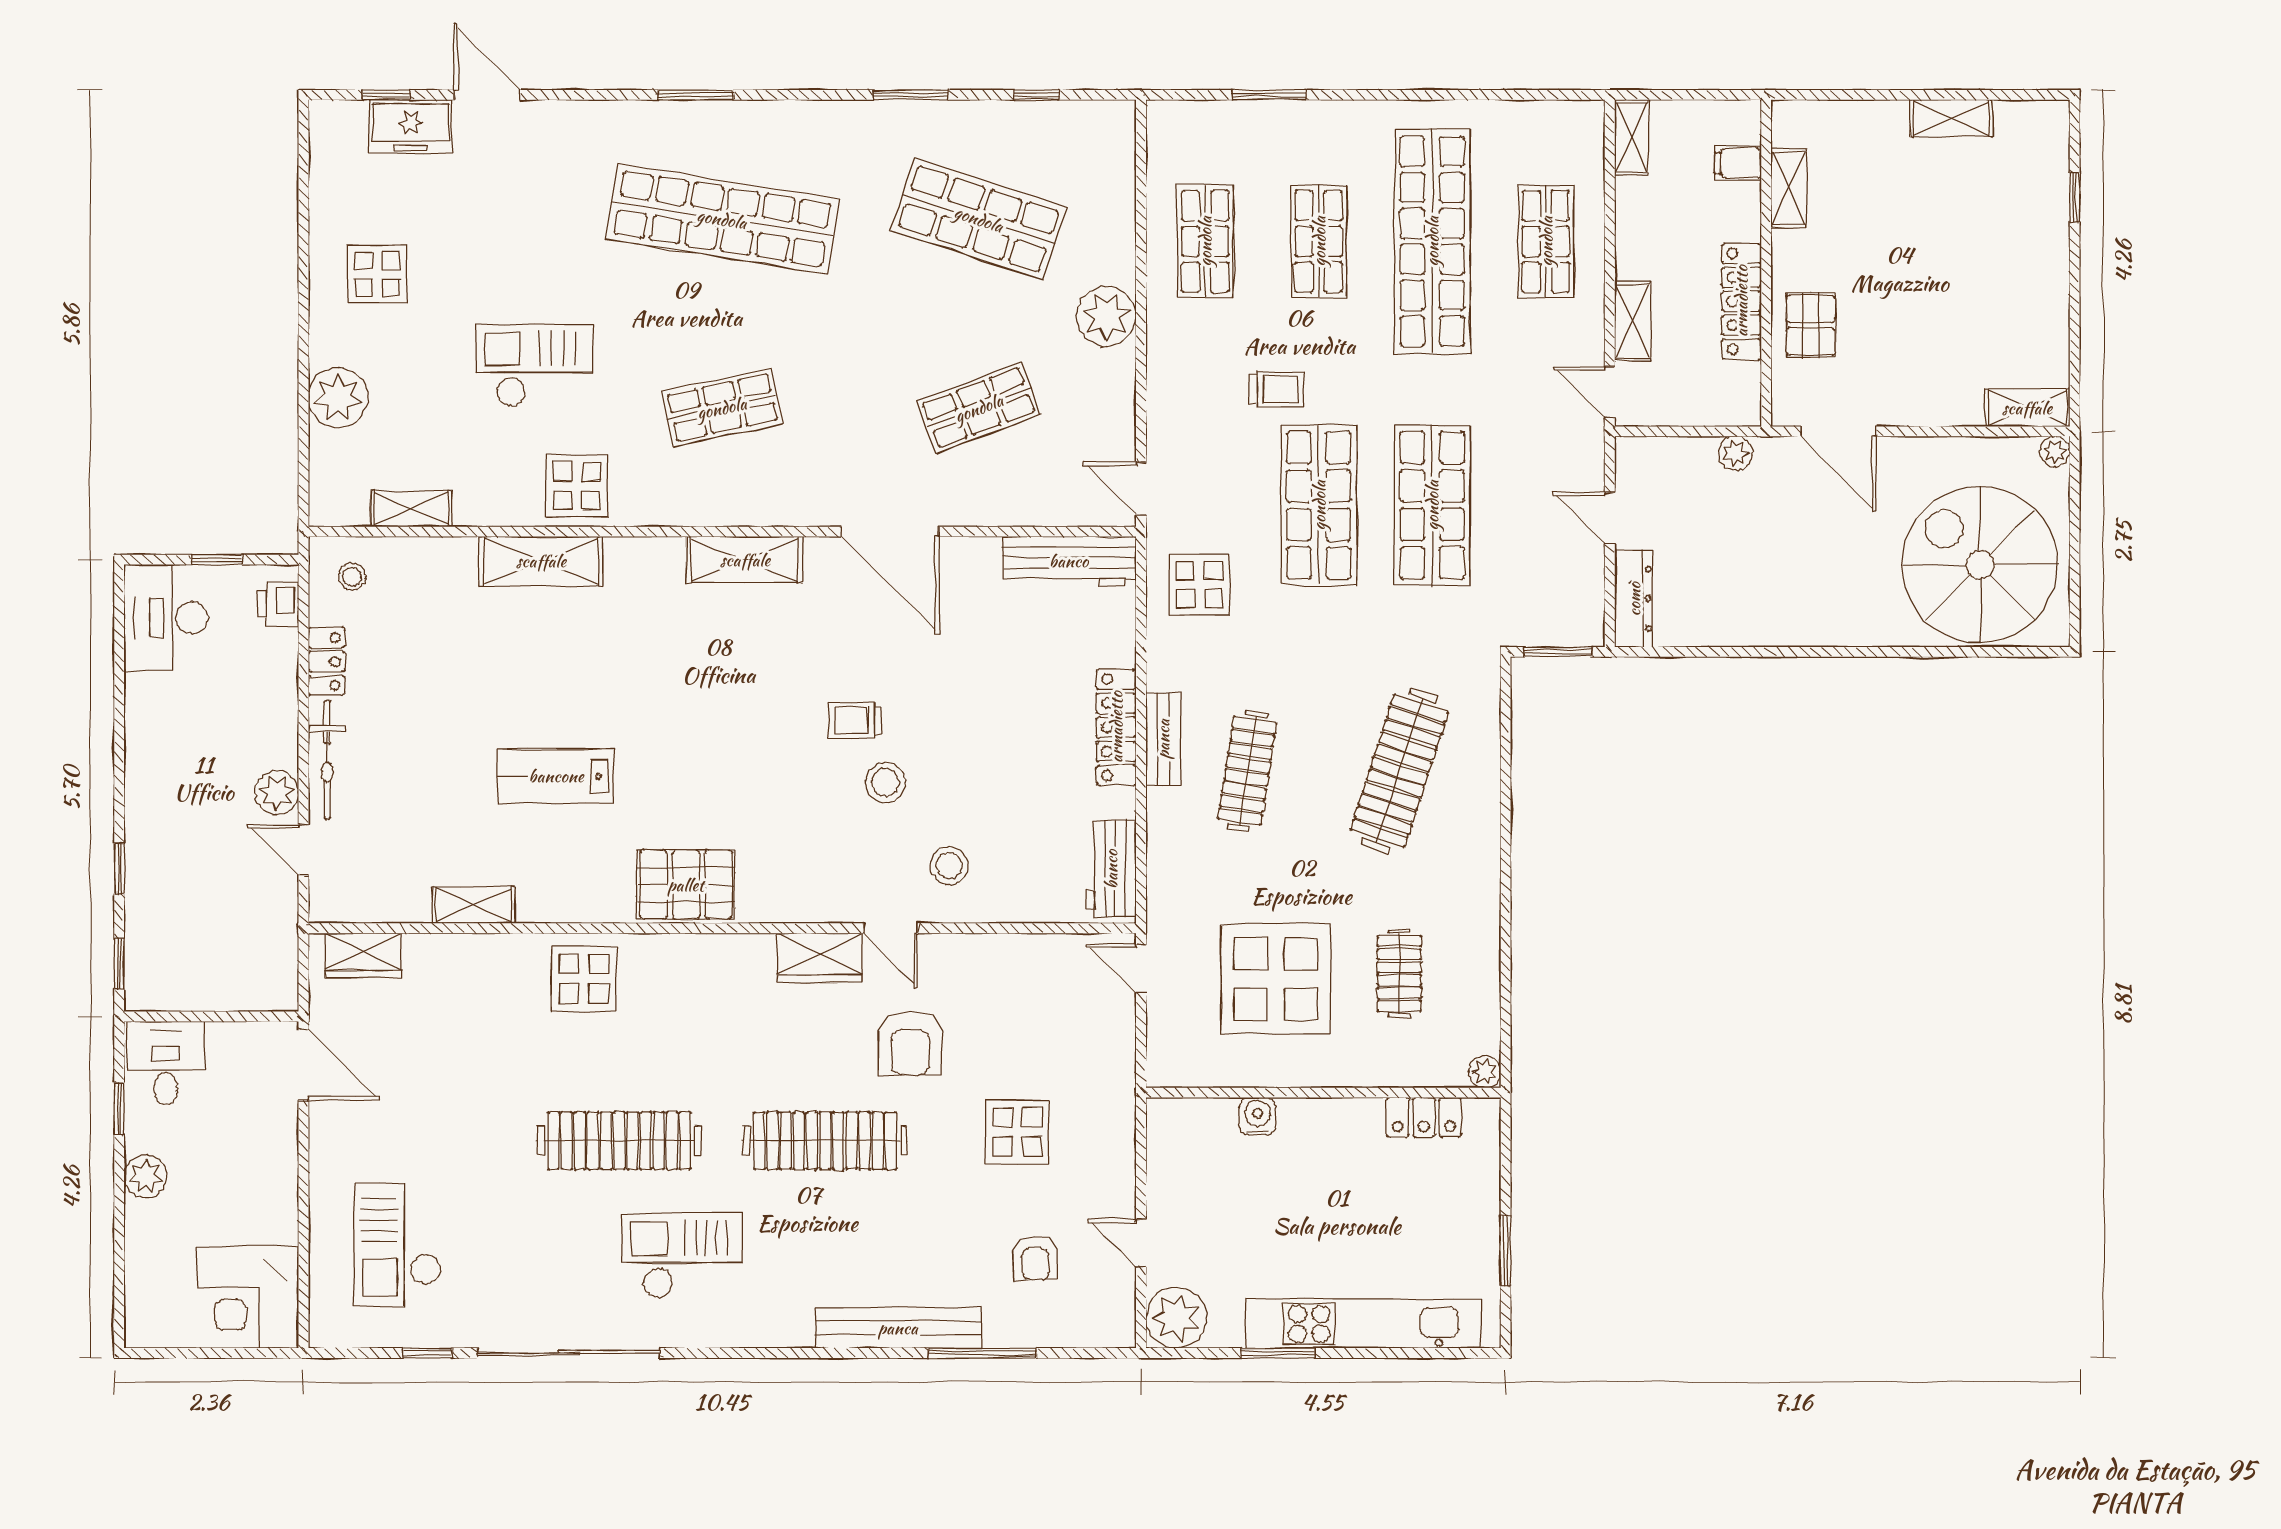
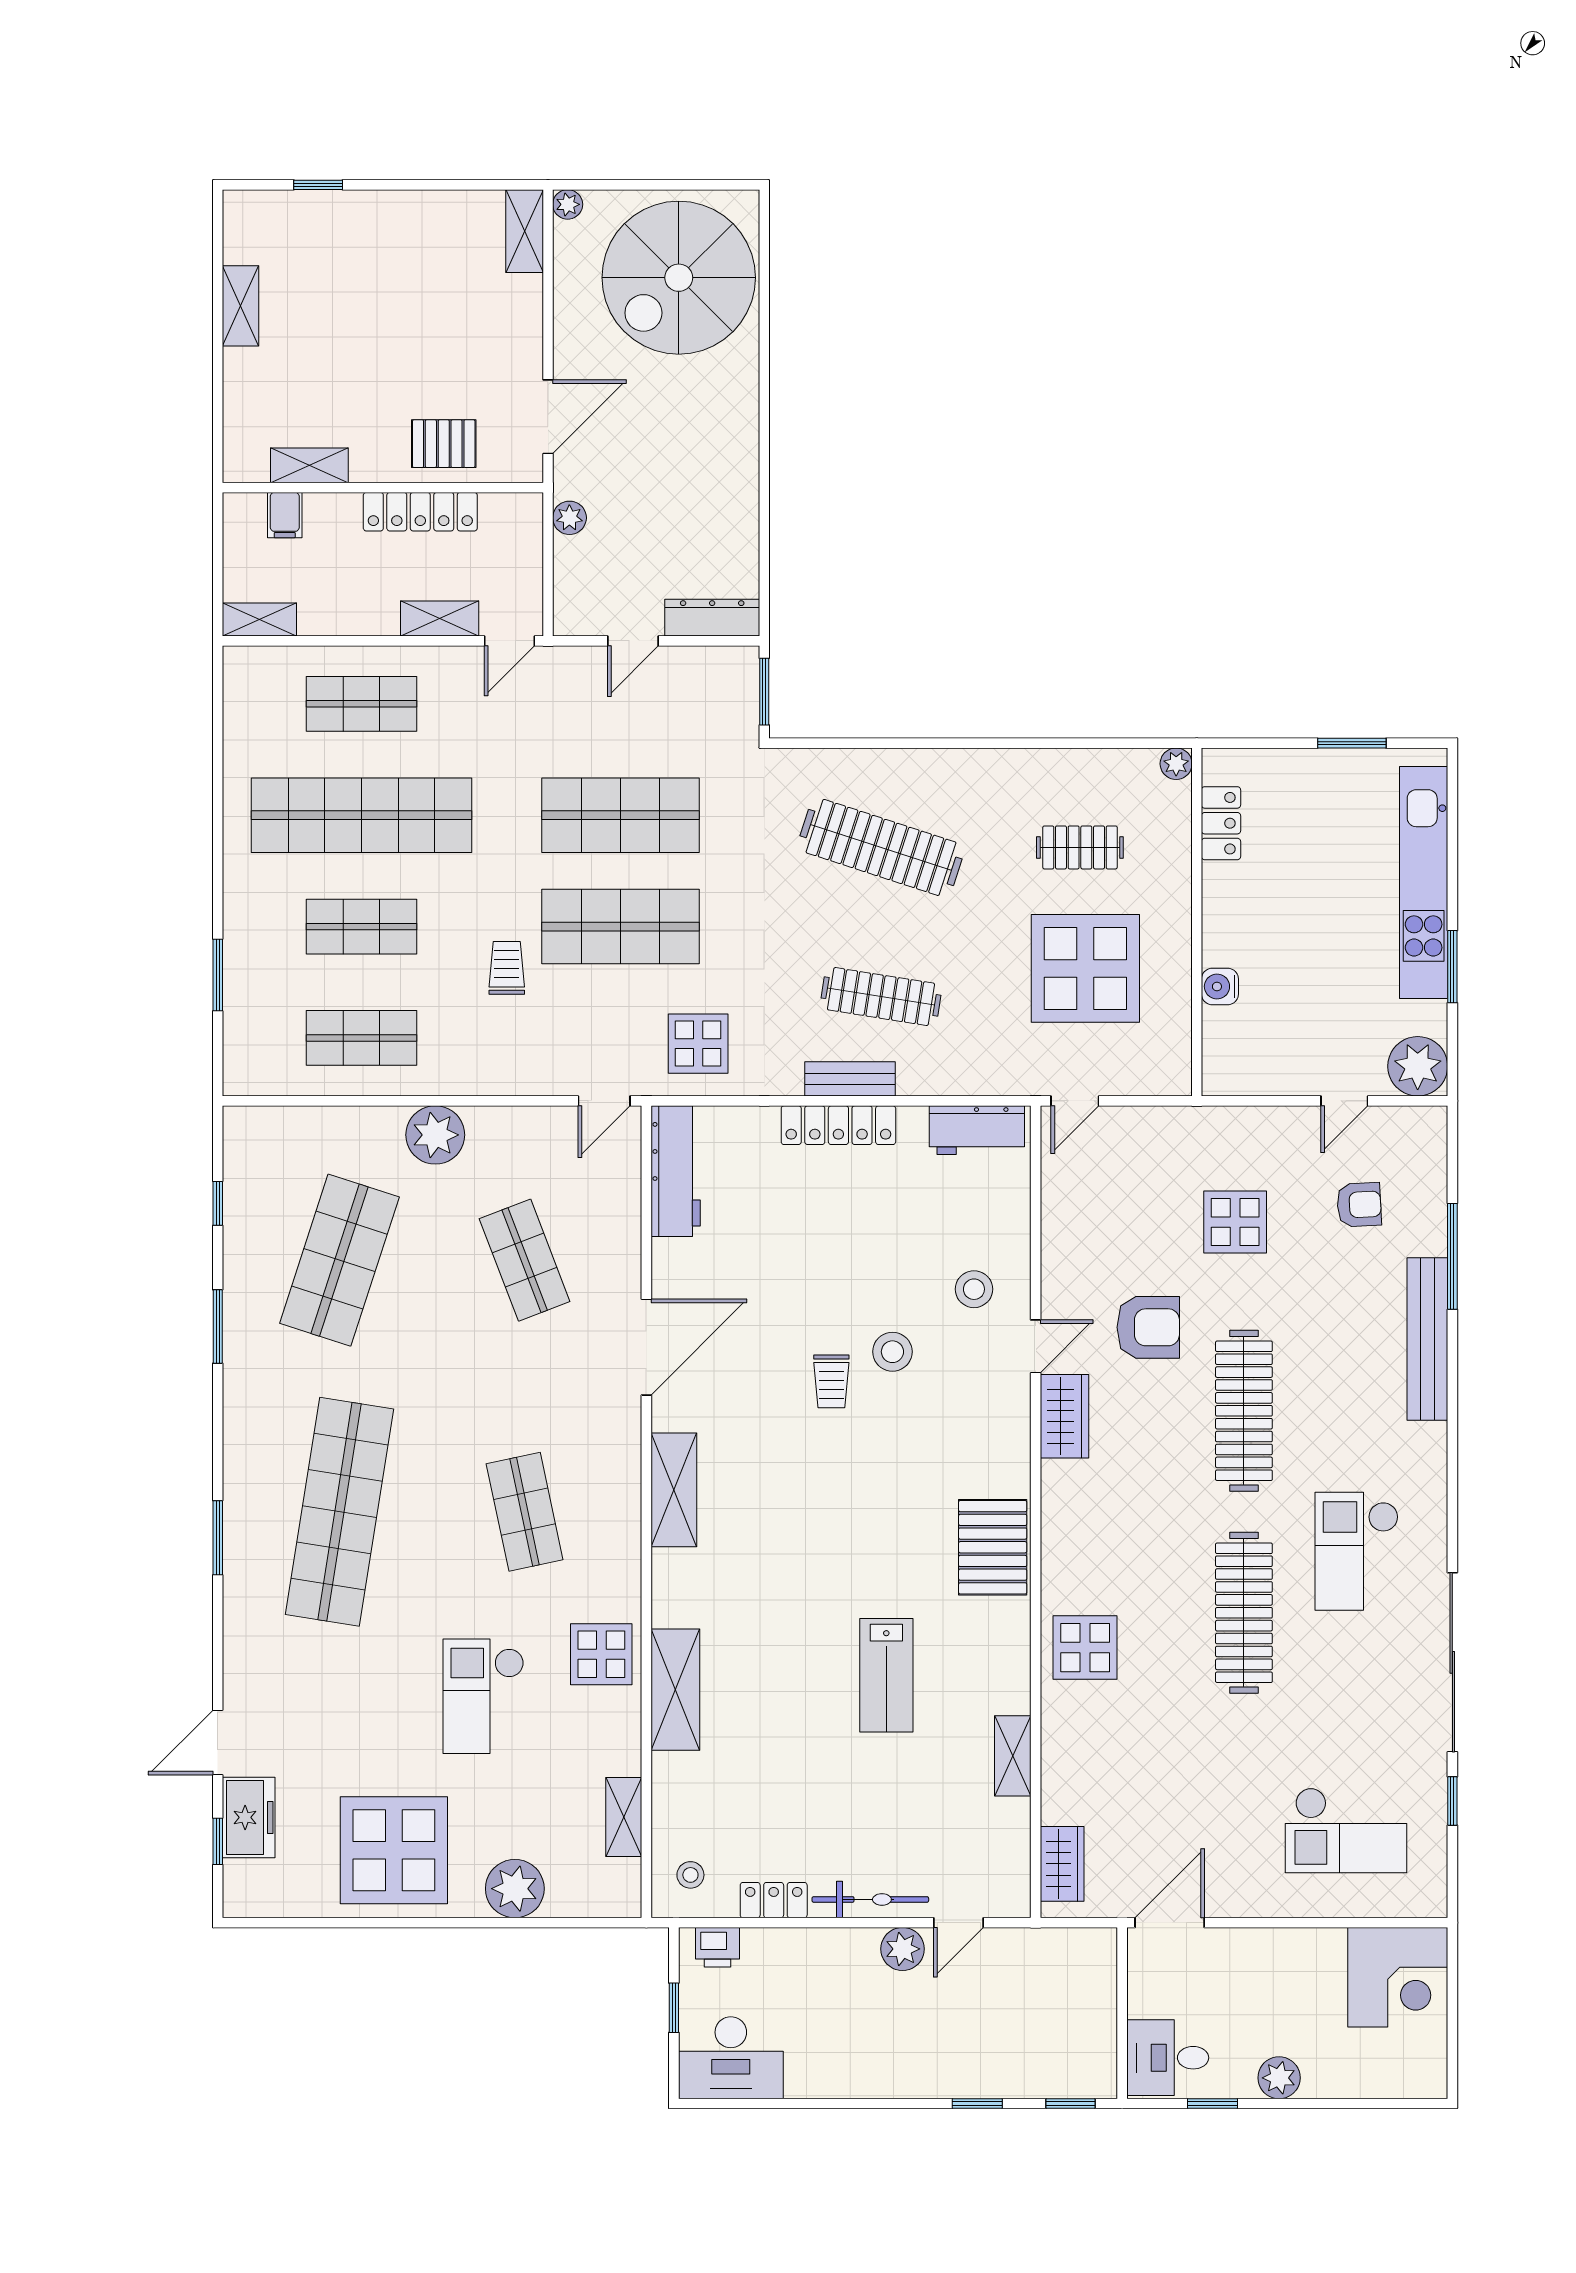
display table: (377, 274) -> (394, 1850), width x1.86, depth x1.86

